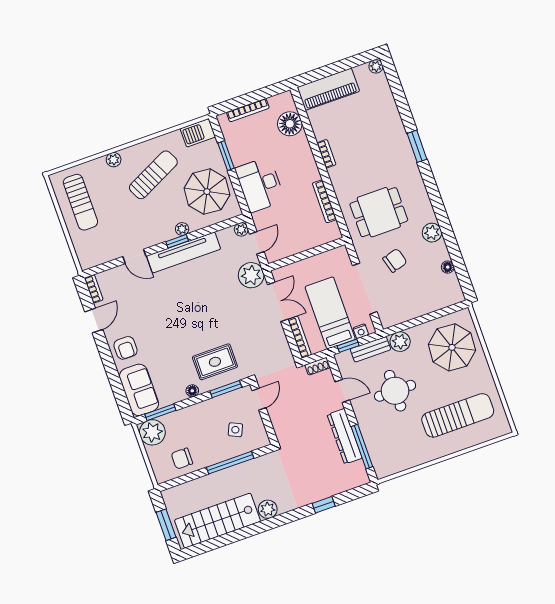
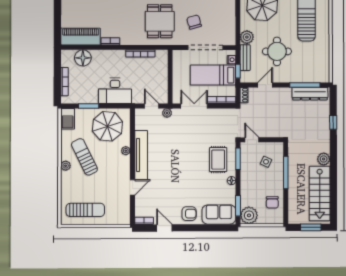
piano: (328, 89) -> (81, 37), moved, turned -90
plant: (114, 160) -> (66, 166), moved
plant: (241, 229) -> (140, 113), removed
window: (177, 241) -> (133, 157), removed
plant: (251, 275) -> (167, 113), width x0.53, depth x0.53
dresser: (345, 436) -> (310, 94), moved

